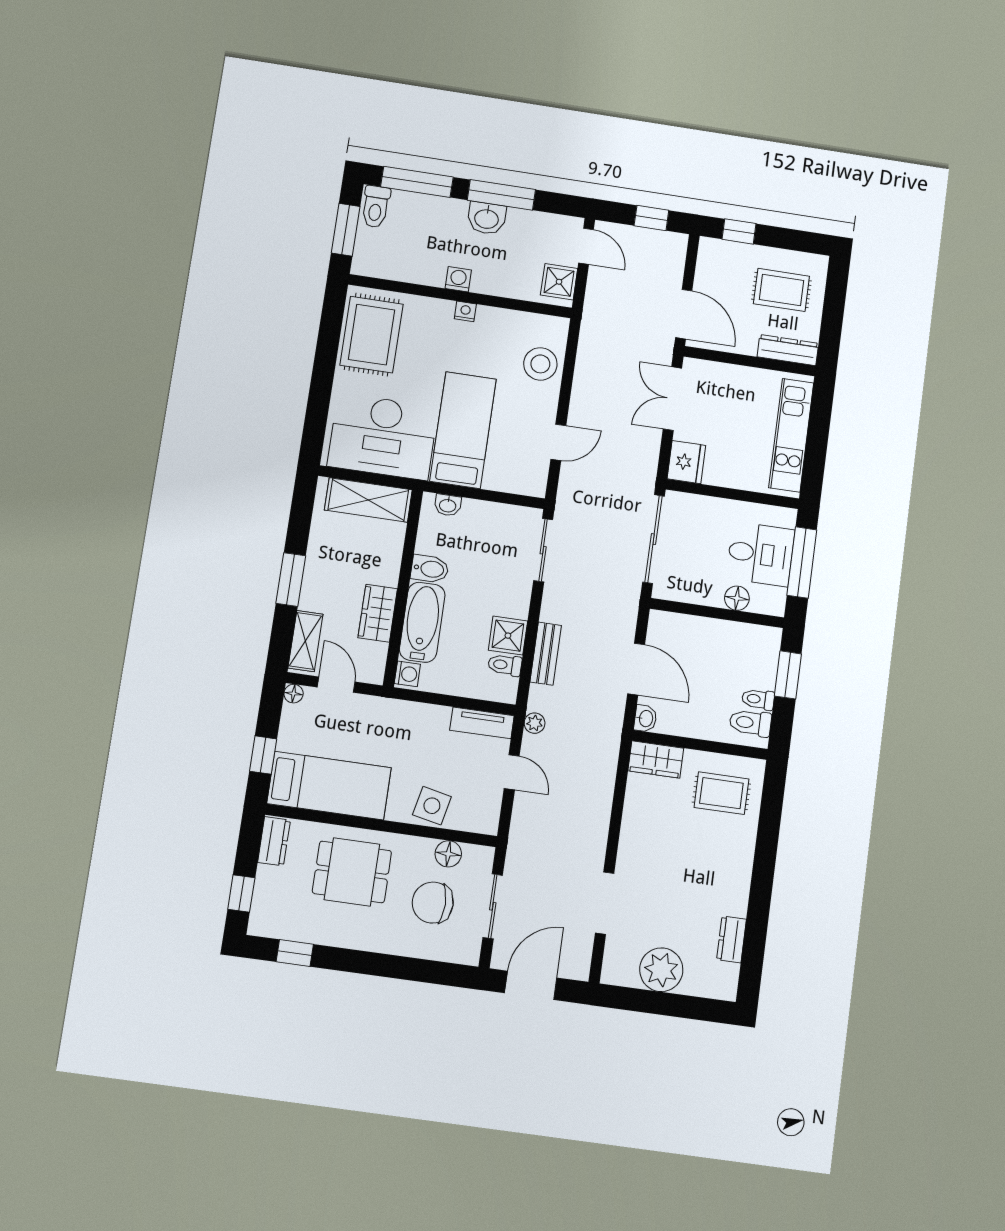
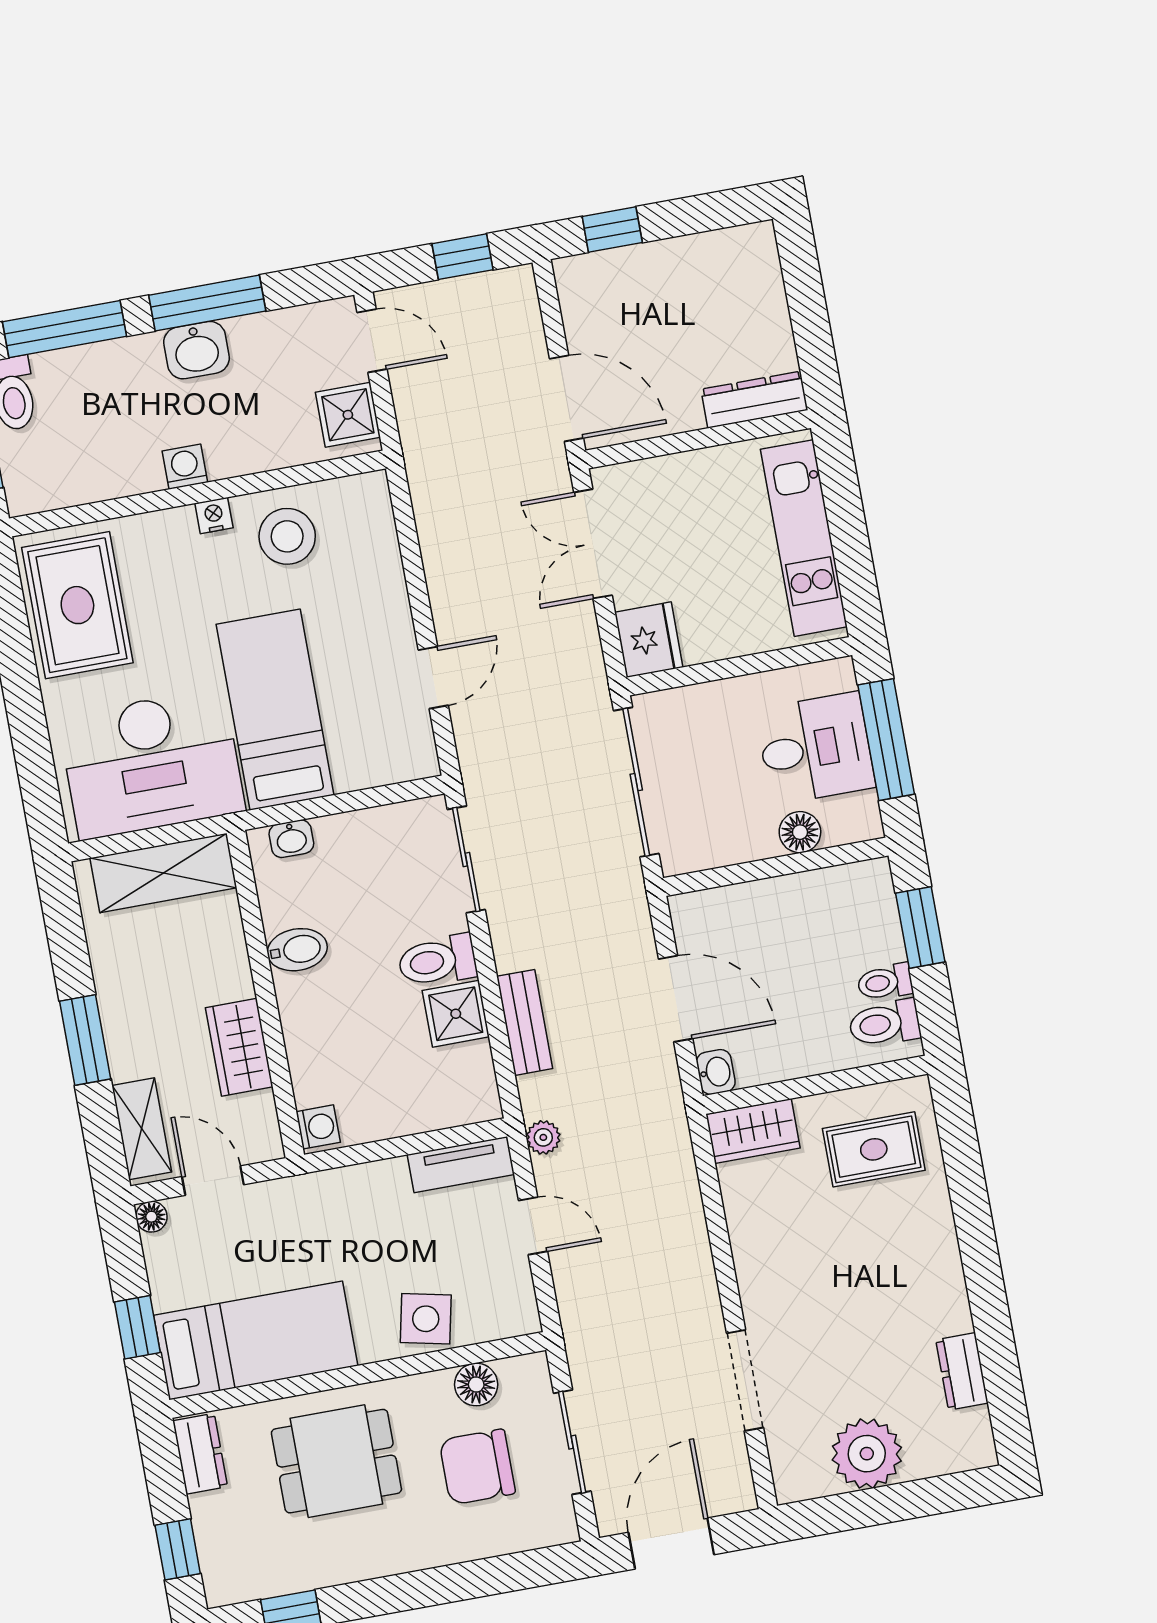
rug: (781, 290) -> (712, 303), removed
stool: (540, 364) -> (287, 536), moved
bathtub: (422, 622) -> (314, 1038), removed
toilet: (505, 665) -> (437, 961), moved, width x1.37, depth x1.39

